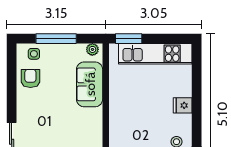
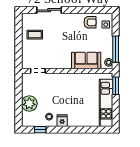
window: (56, 39) -> (116, 49), moved
fridge: (183, 105) -> (62, 121), moved

